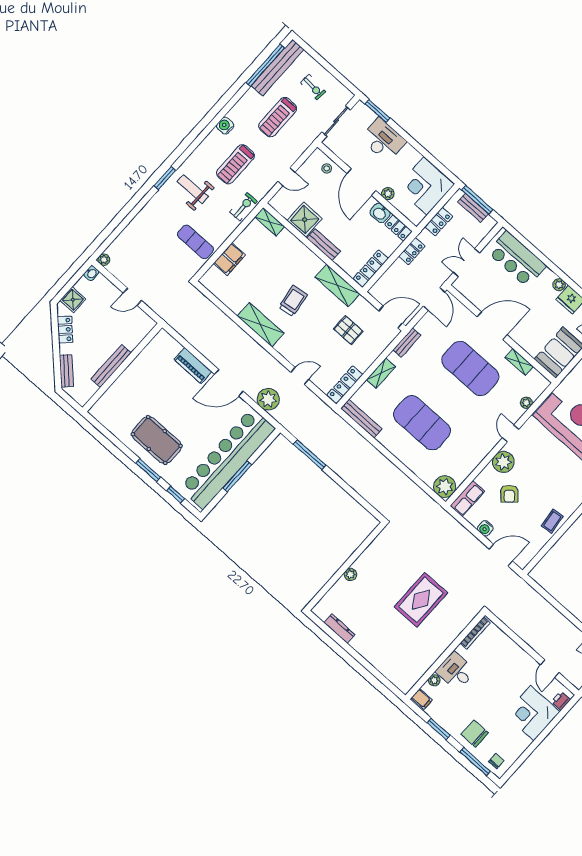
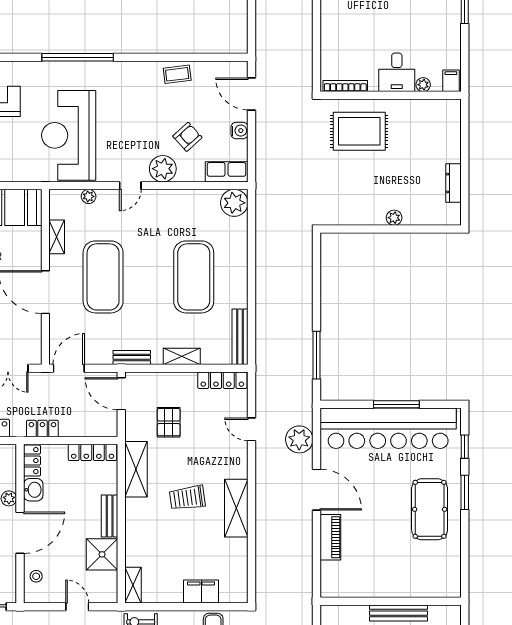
bookcase: (475, 633) -> (345, 86), moved
wall: (445, 655) -> (391, 95), moved
desk: (456, 671) -> (397, 72), moved
plant: (434, 680) -> (423, 85), moved
filing cabinet: (422, 699) -> (451, 81), moved

